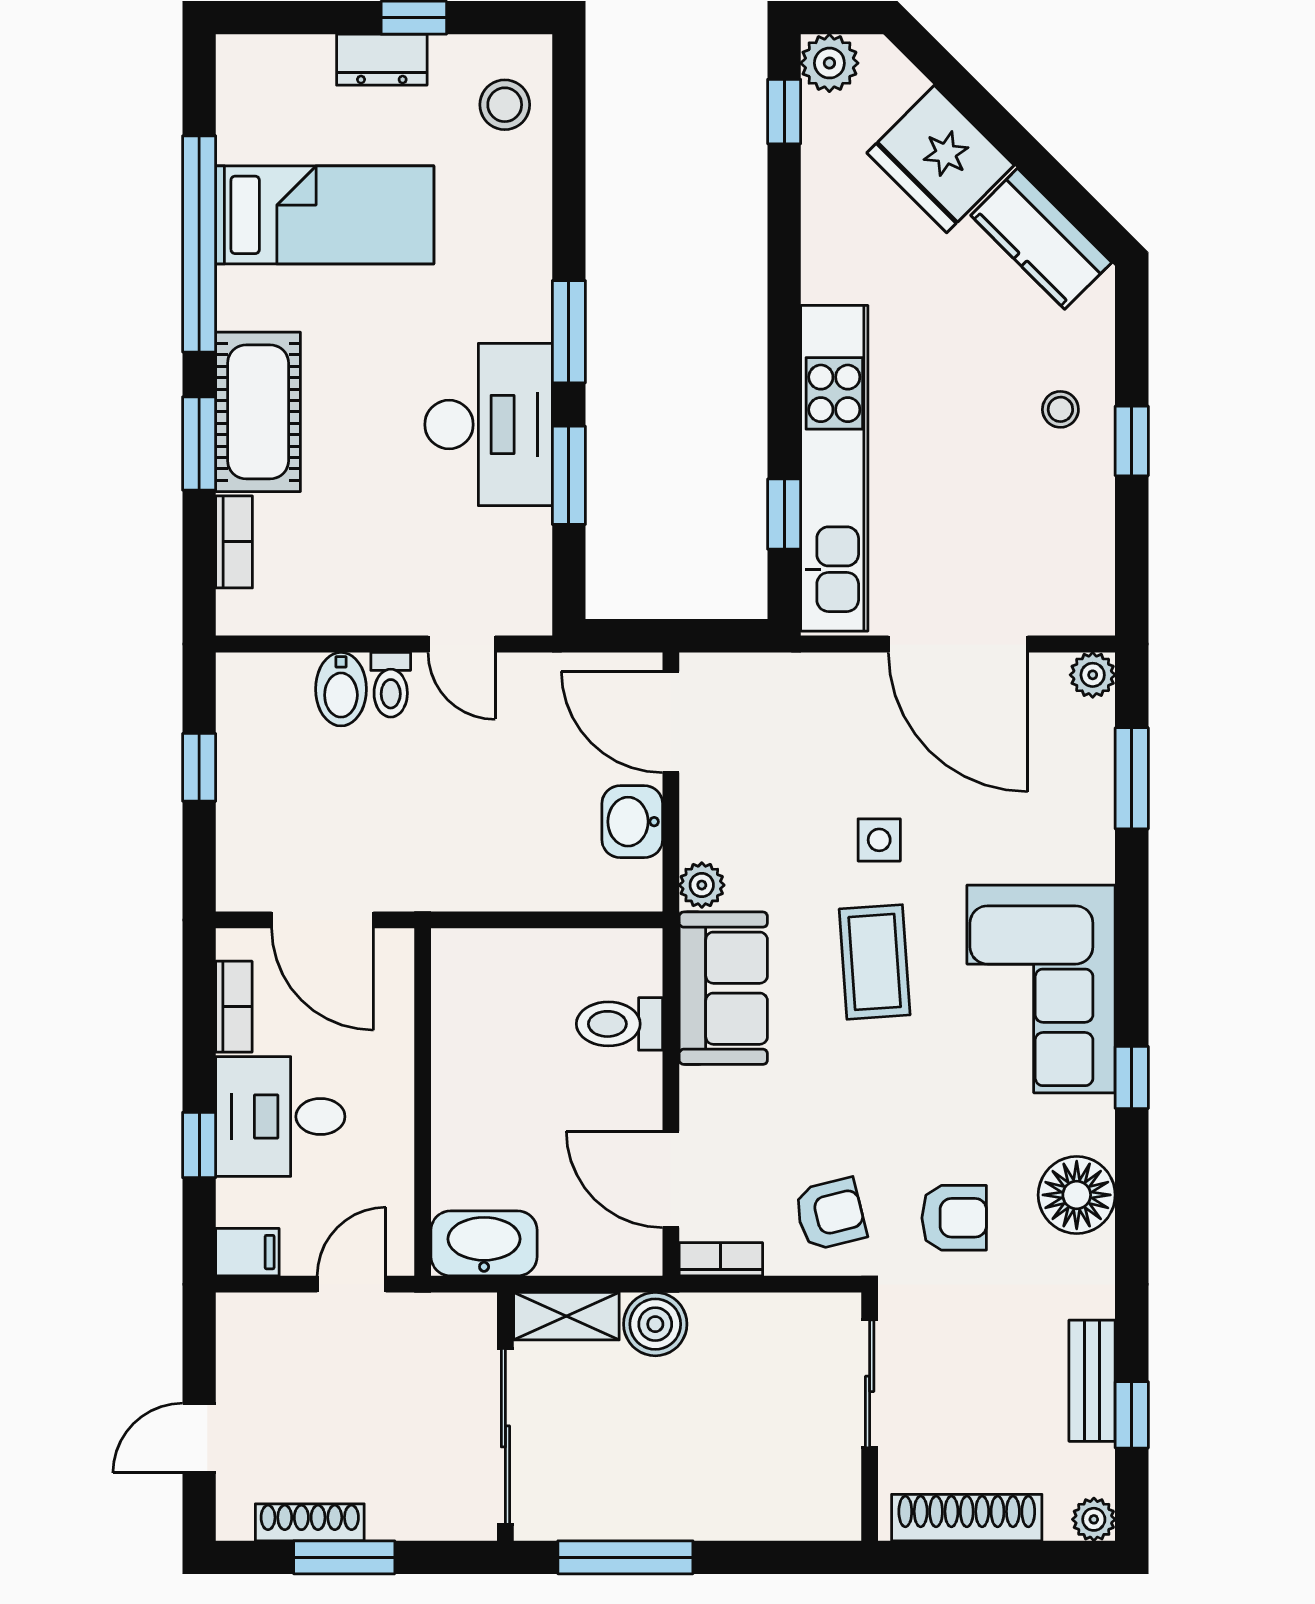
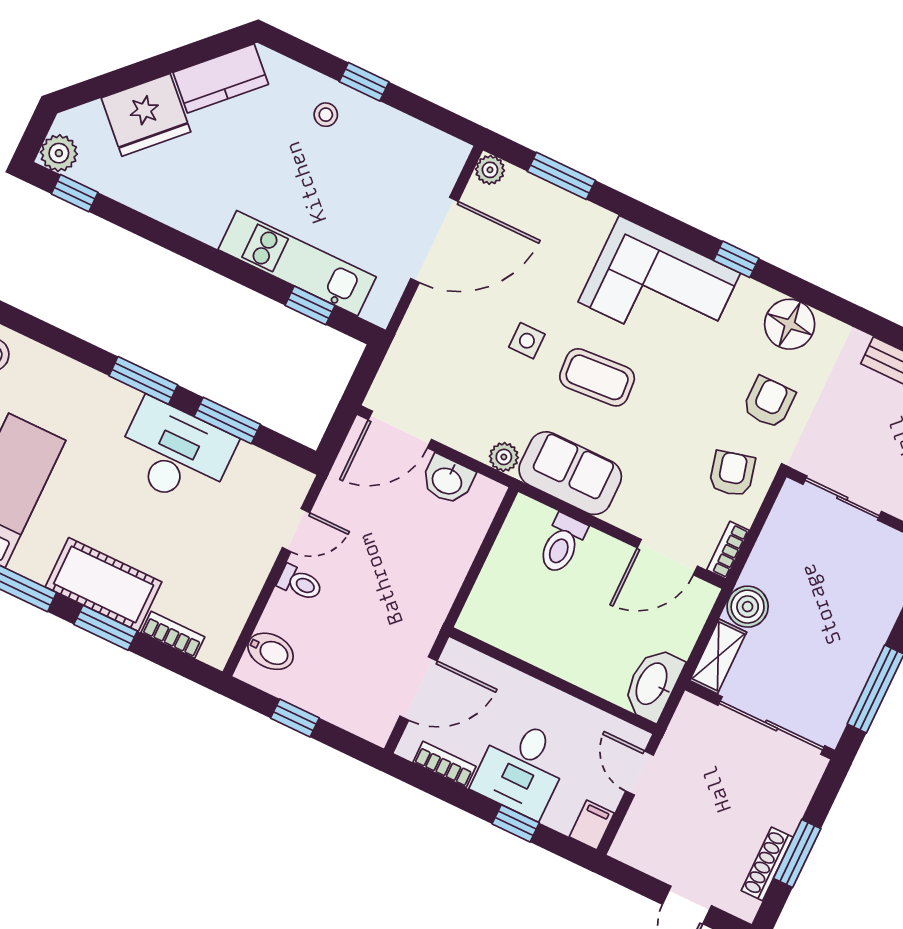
kitchen unit: (834, 468) -> (297, 263), width x0.73
bidet: (341, 689) -> (271, 651), moved

